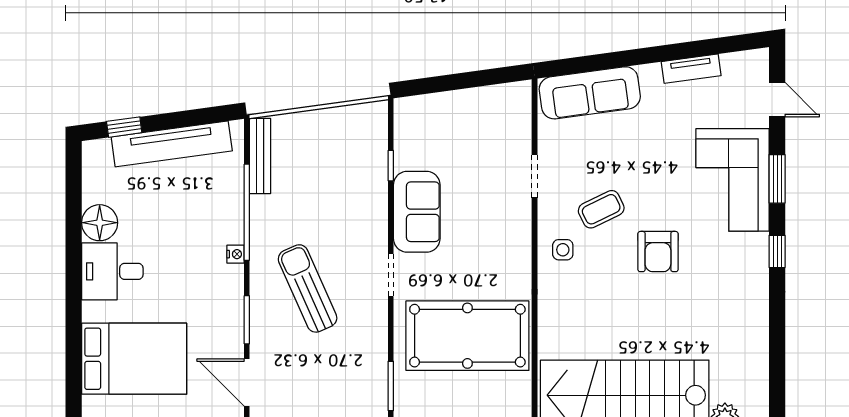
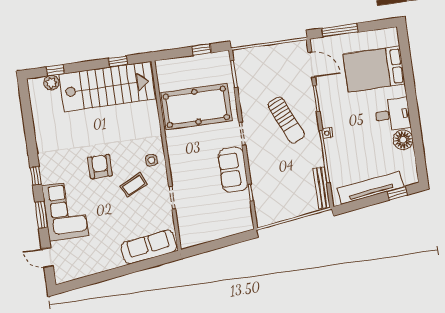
tv unit: (691, 69) -> (96, 268), removed

